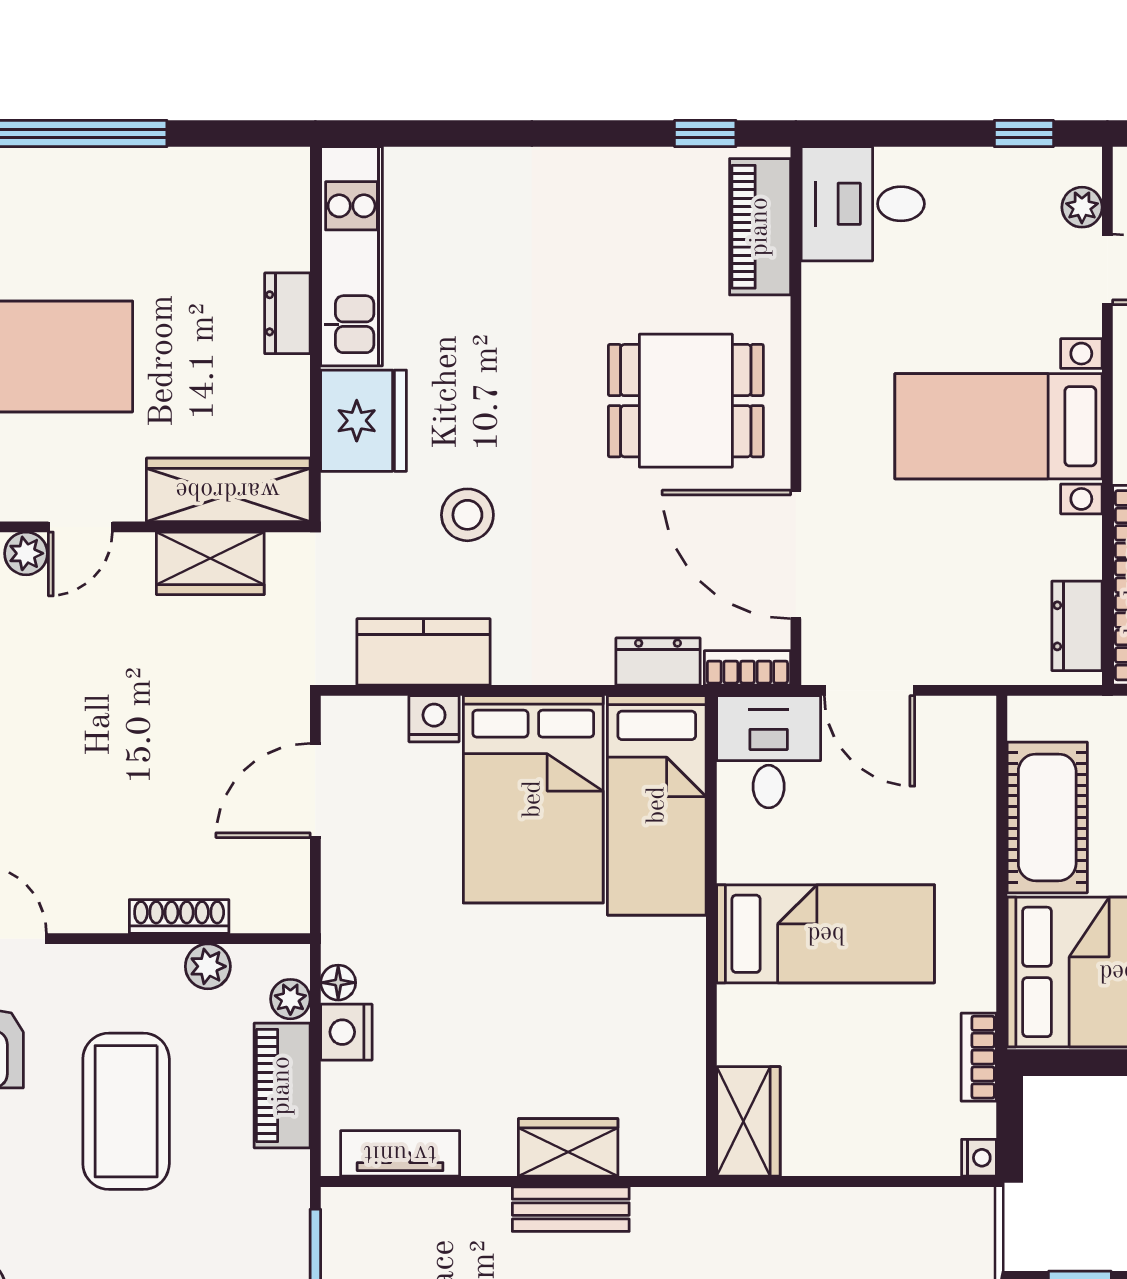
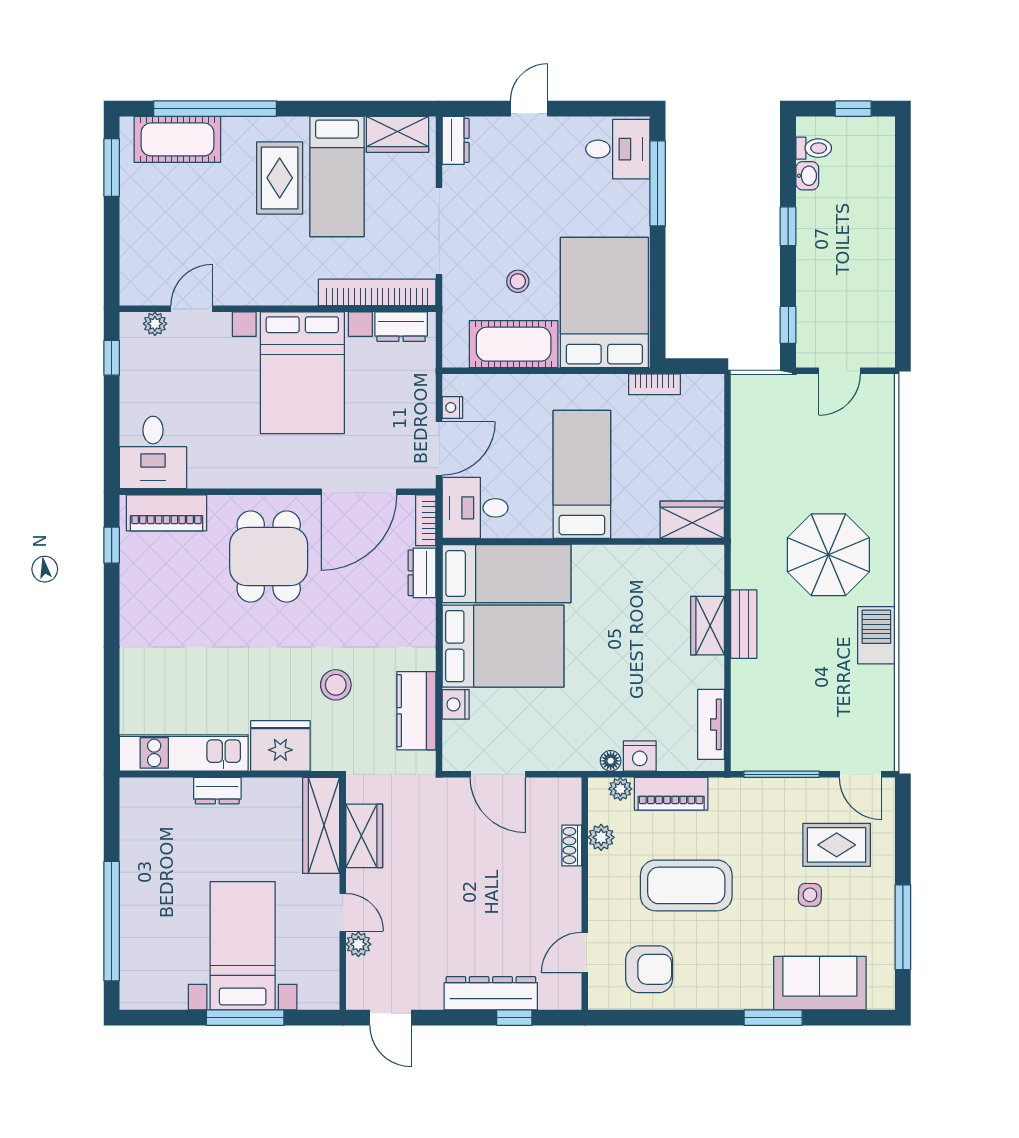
bed with nightstands: (998, 426) -> (302, 373), width x1.36
shoe rack: (179, 916) -> (572, 846), width x0.70
nightstand: (979, 1158) -> (452, 407), moved, turned -90

